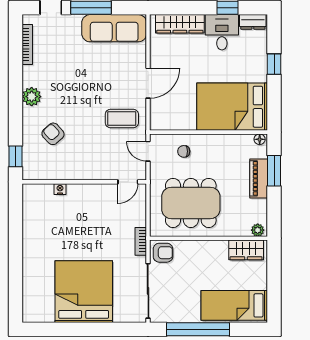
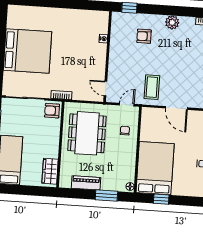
window: (274, 64) -> (161, 199), moved
armchair: (53, 134) -> (144, 36), turned -138
piano: (259, 178) -> (86, 183), moved
plant: (258, 230) -> (64, 181), removed
armchair: (163, 253) -> (52, 111), turned 90

